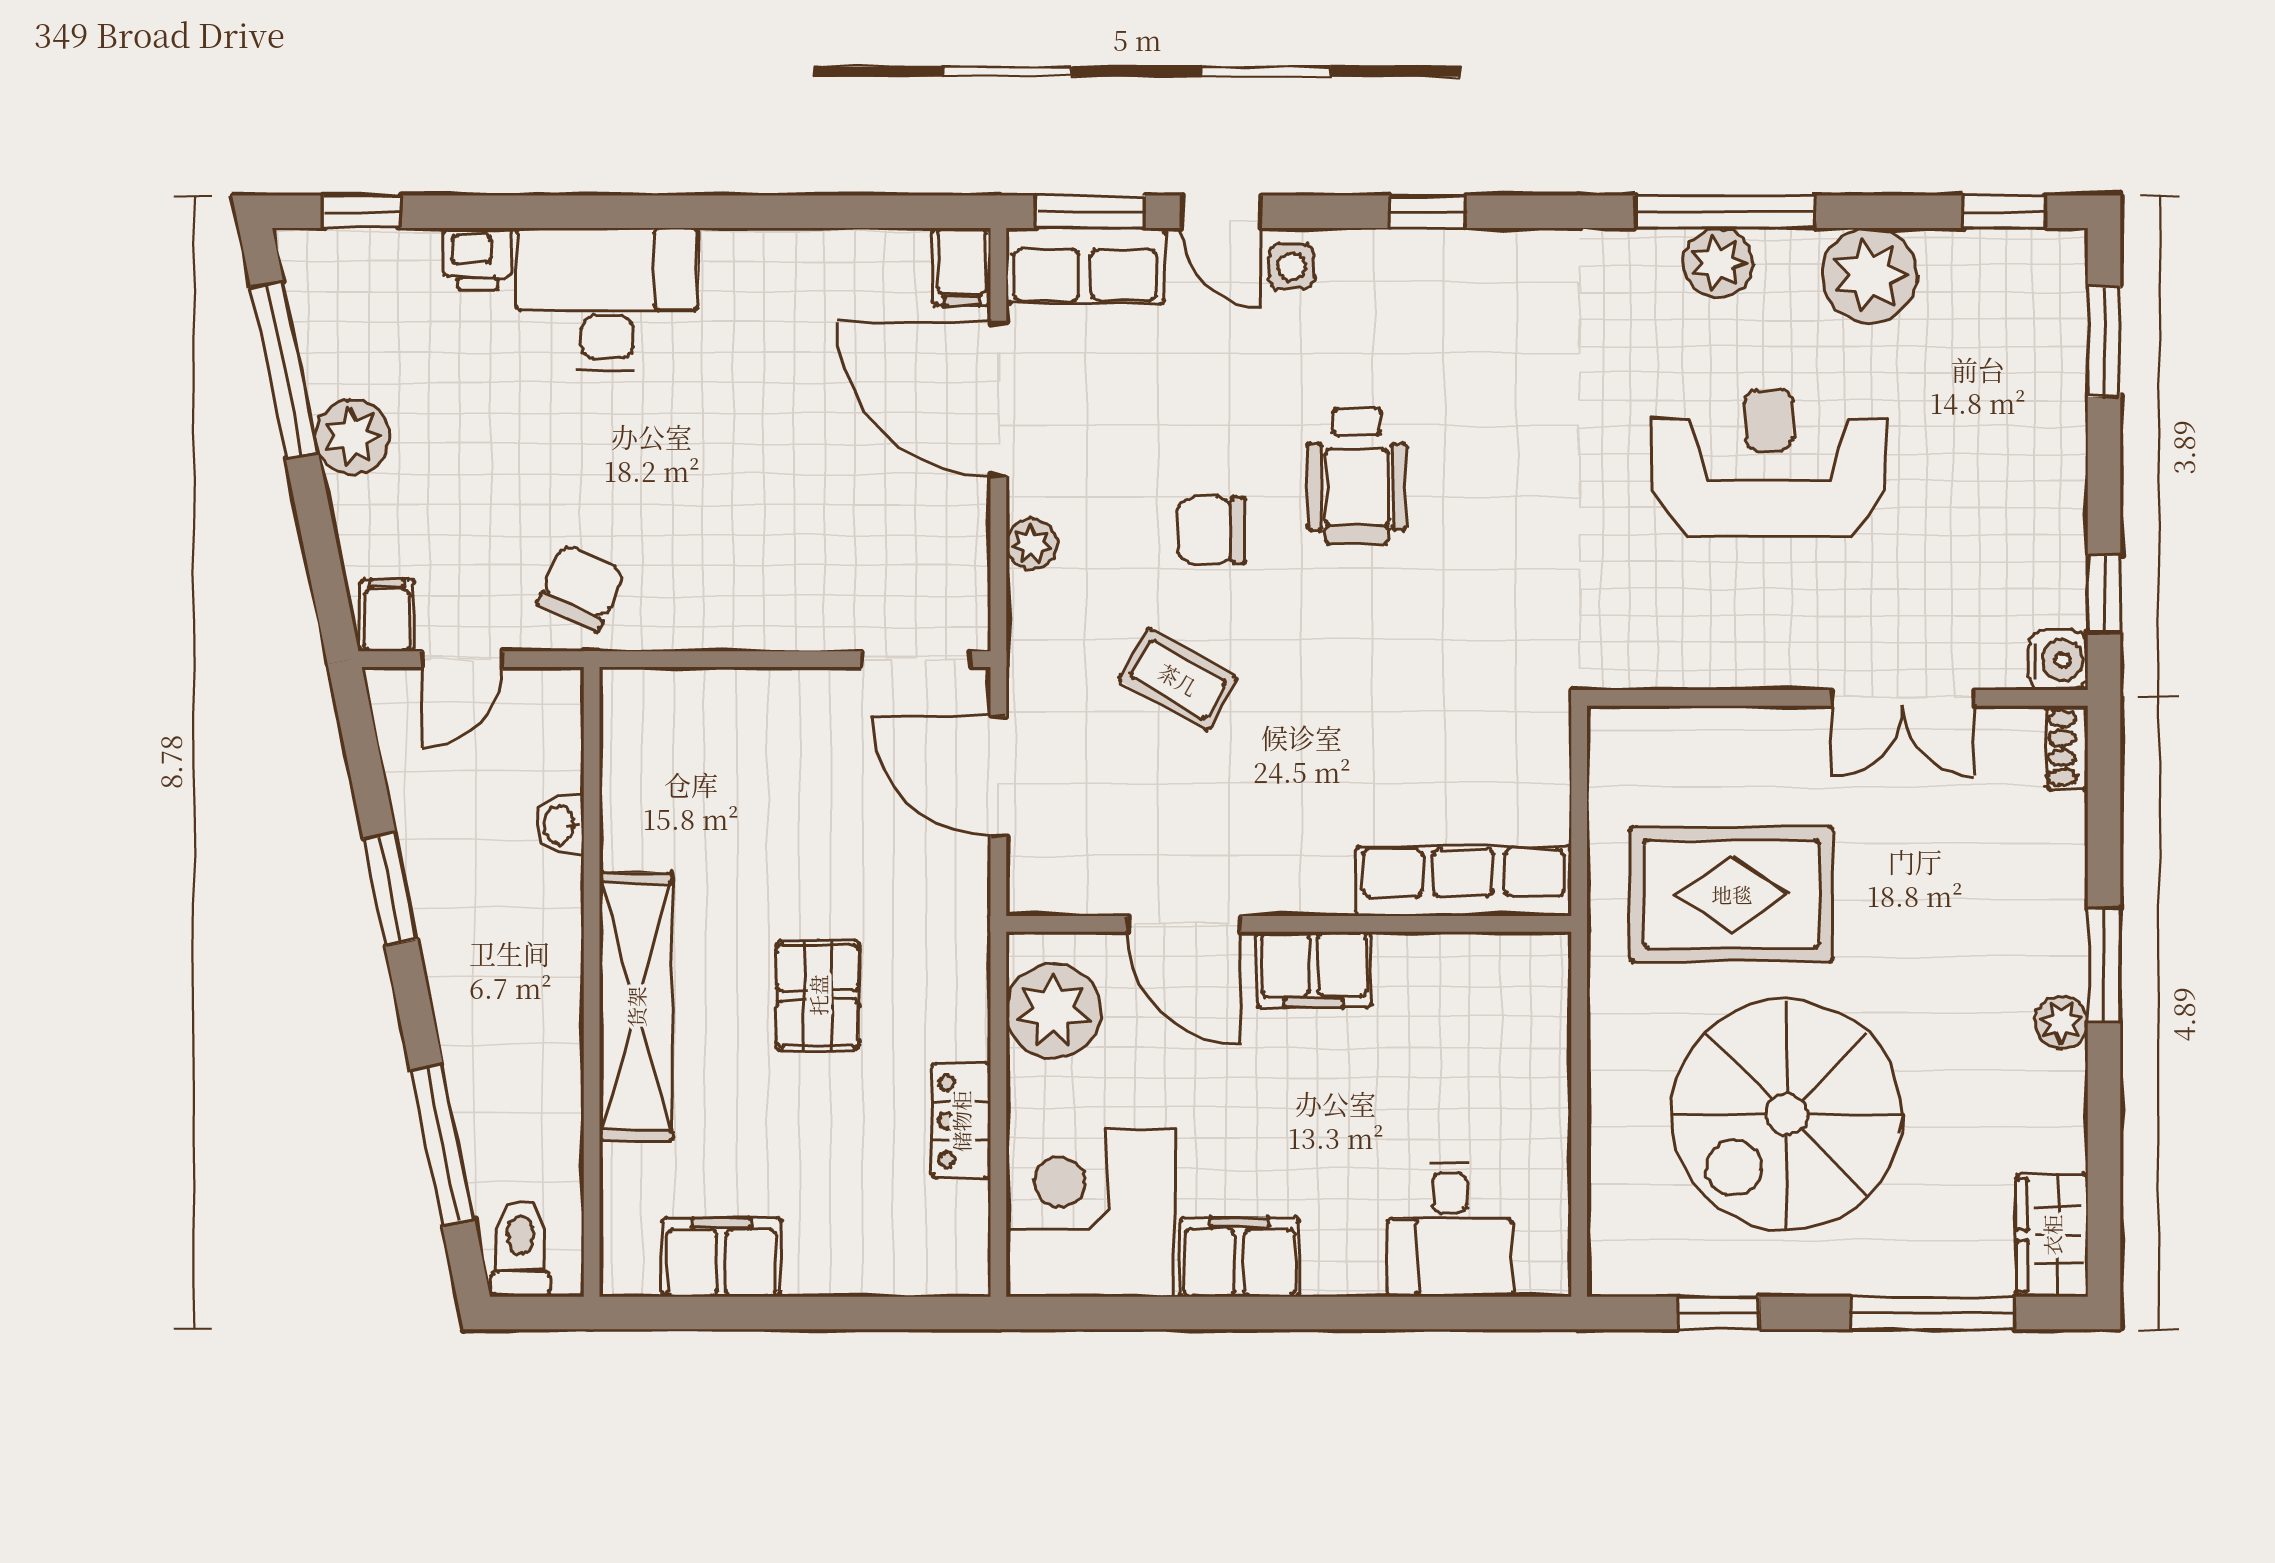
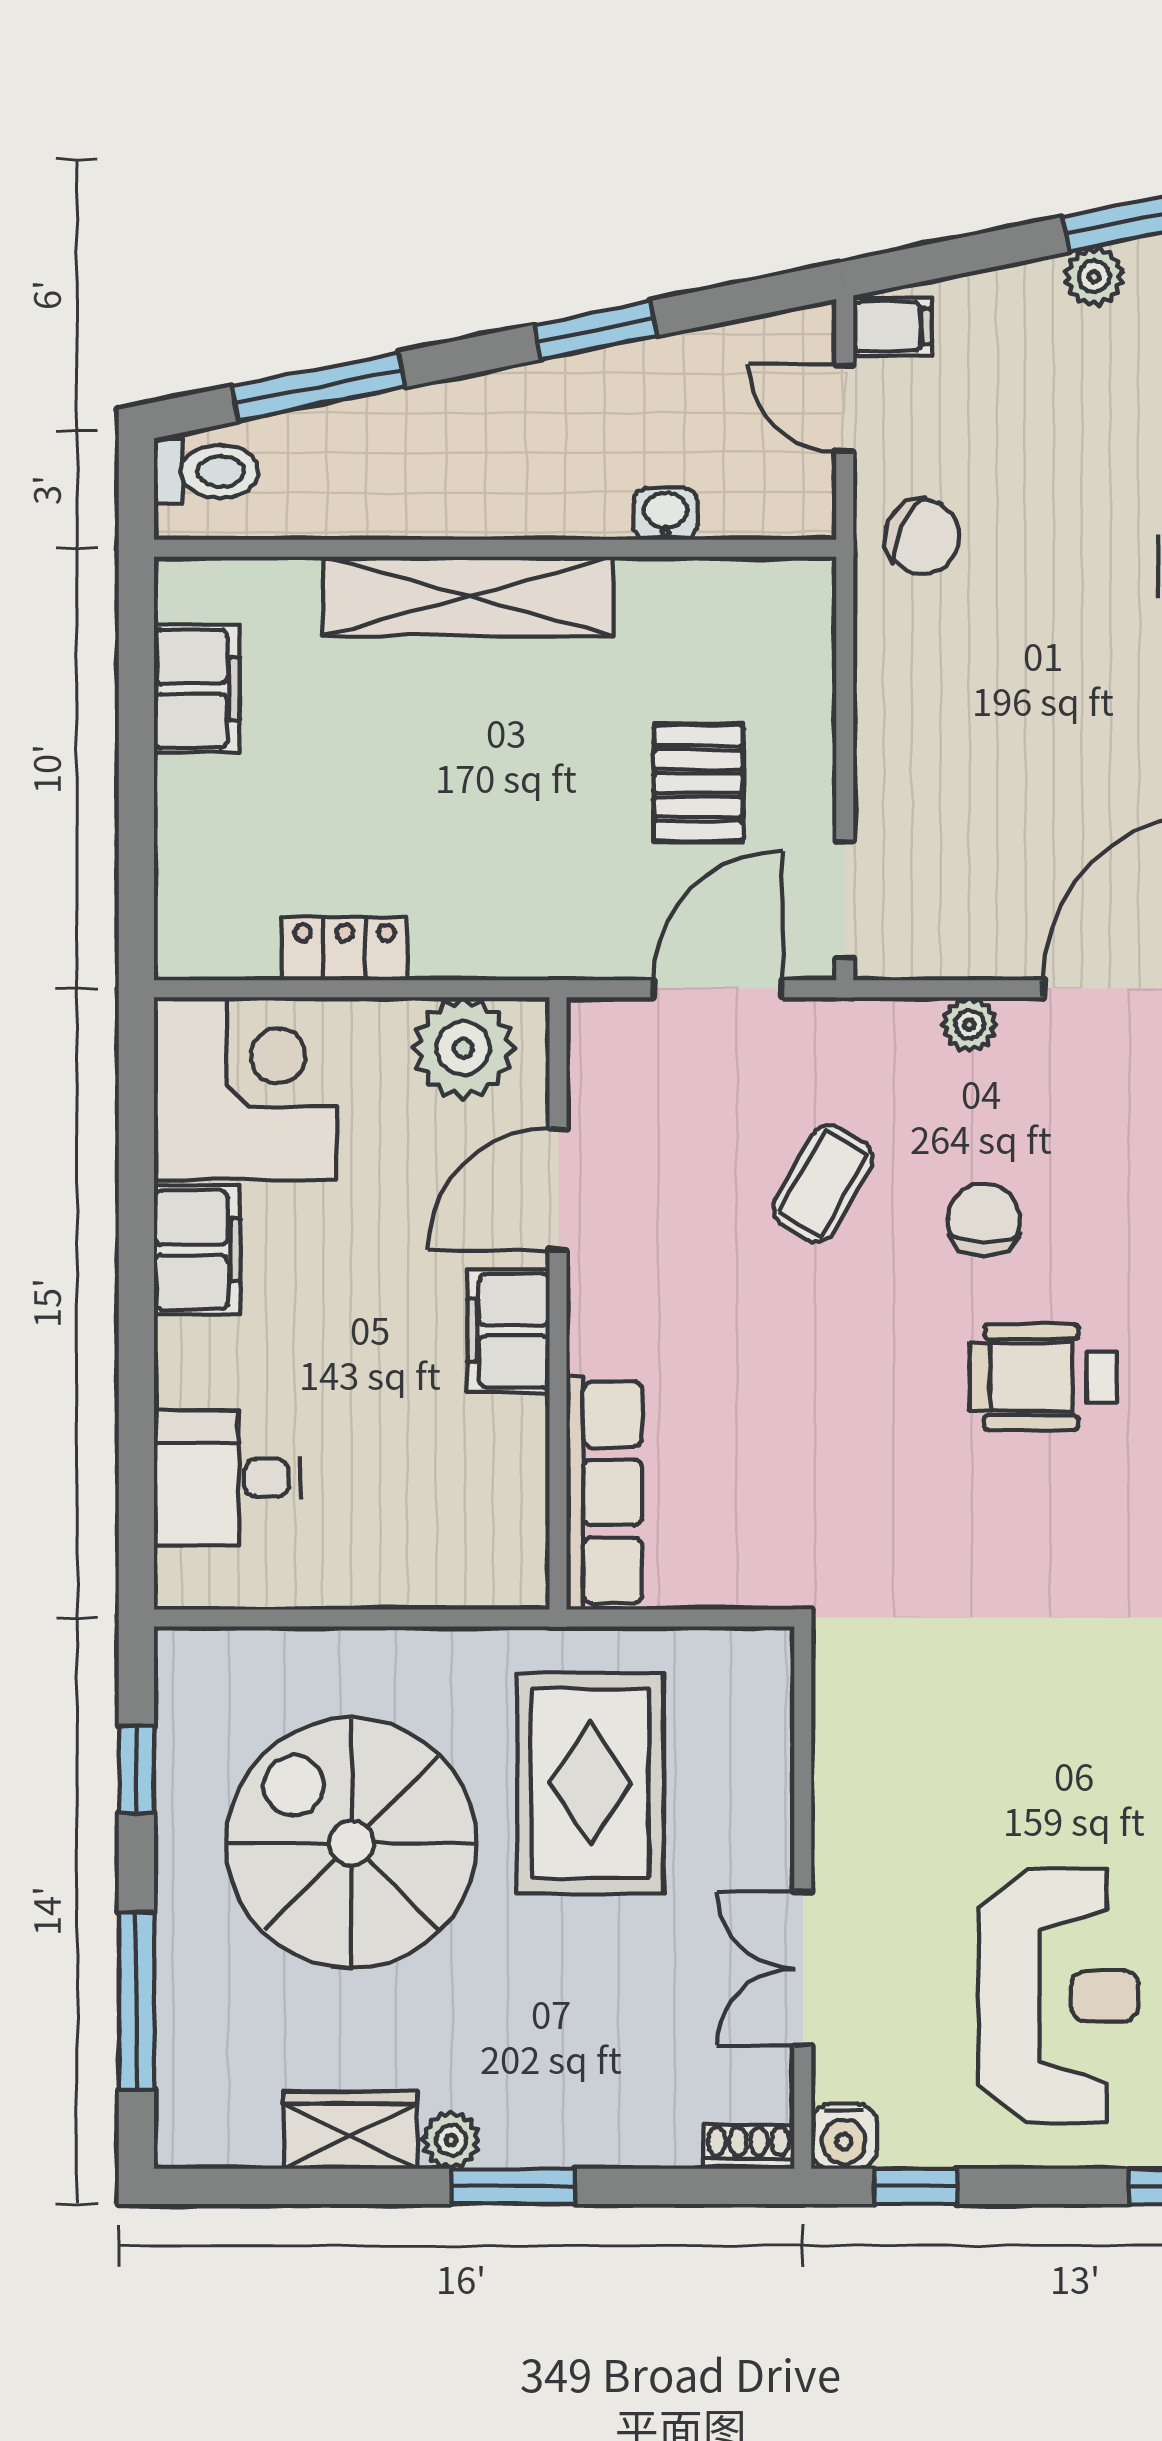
plant: (353, 437) -> (1094, 276), width x0.73, depth x0.73
reception desk: (1769, 463) -> (1058, 1996), moved
pallet: (818, 995) -> (698, 783), moved, turned 90
wardrobe: (2052, 1235) -> (350, 2130), moved

